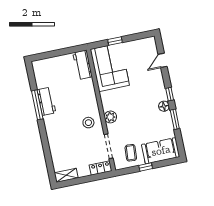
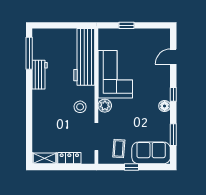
workbench: (83, 65) -> (84, 57), width x1.88, depth x1.32
corner sofa: (110, 67) -> (115, 74), moved
window: (37, 105) -> (29, 53), moved
window: (175, 119) -> (173, 135), moved
locker: (101, 168) -> (69, 158), moved

